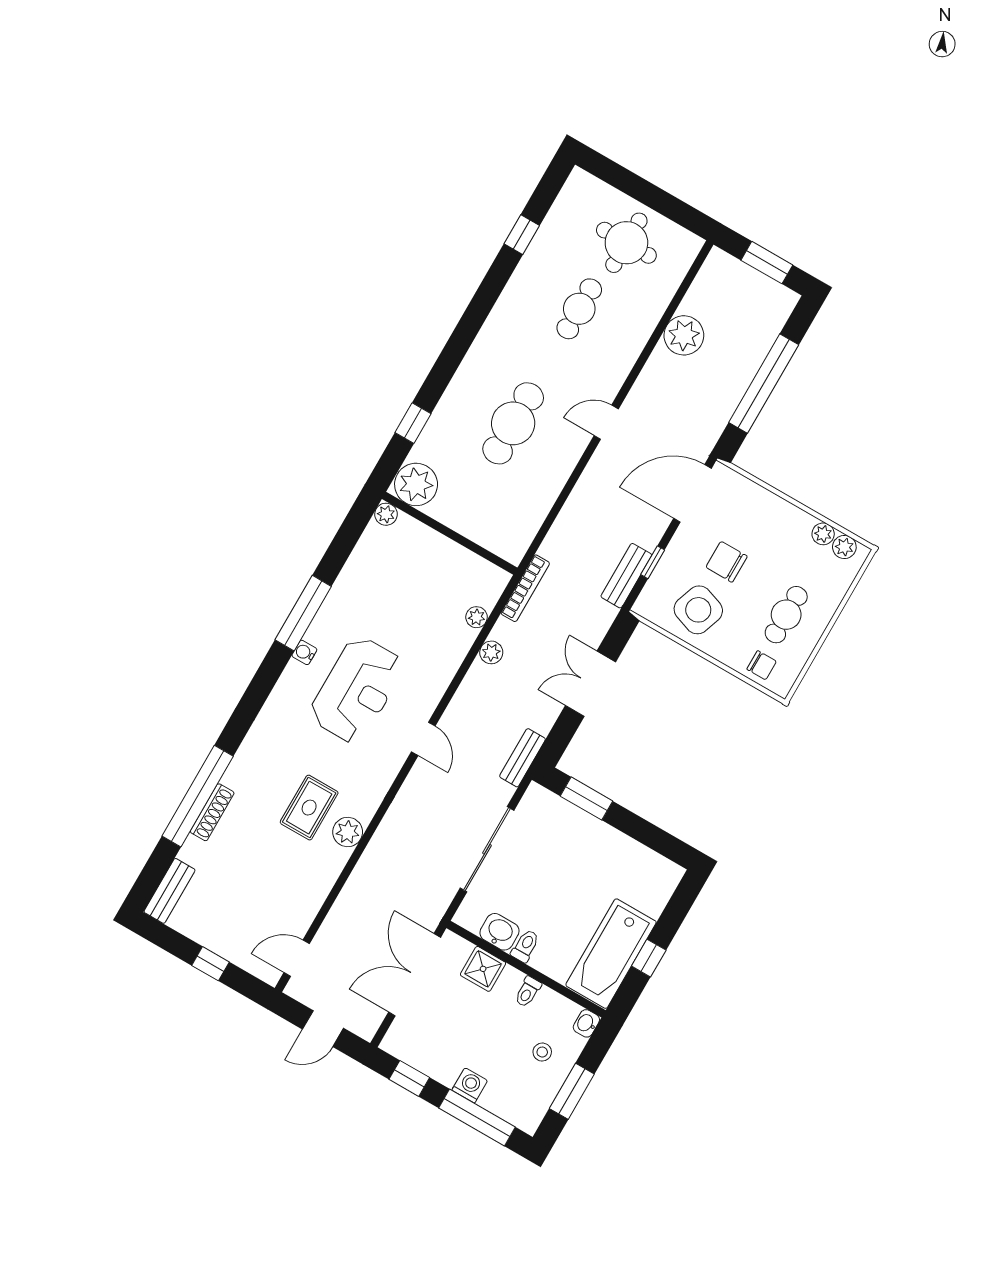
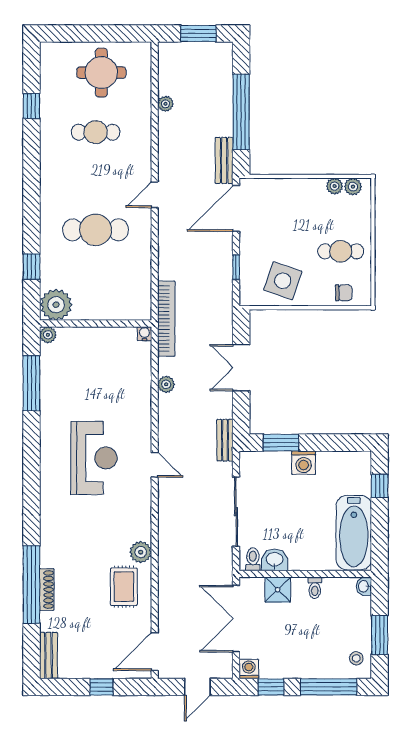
cafe table: (579, 309) -> (96, 132), turned 90
plant: (684, 335) -> (165, 104), width x0.53, depth x0.53
cafe table: (513, 423) -> (96, 230), turned 90
chair: (727, 562) -> (283, 240), removed
bench: (626, 576) -> (224, 160), moved
bookcase: (525, 588) -> (166, 319), width x1.48, depth x1.31
window: (303, 613) -> (31, 383), moved
cafe table: (786, 615) -> (341, 251), turned 90
plant: (477, 617) -> (144, 367), removed
water cooler: (304, 652) -> (144, 334), moved, turned 90
rug: (309, 808) -> (124, 587), moved
washing machine: (599, 837) -> (304, 463), added
toilet: (525, 946) -> (253, 559), moved
door: (297, 958) -> (155, 652), width x1.38
window: (649, 958) -> (380, 486), moved
stool: (542, 1052) -> (356, 658), moved
washing machine: (470, 1085) -> (249, 669), moved

